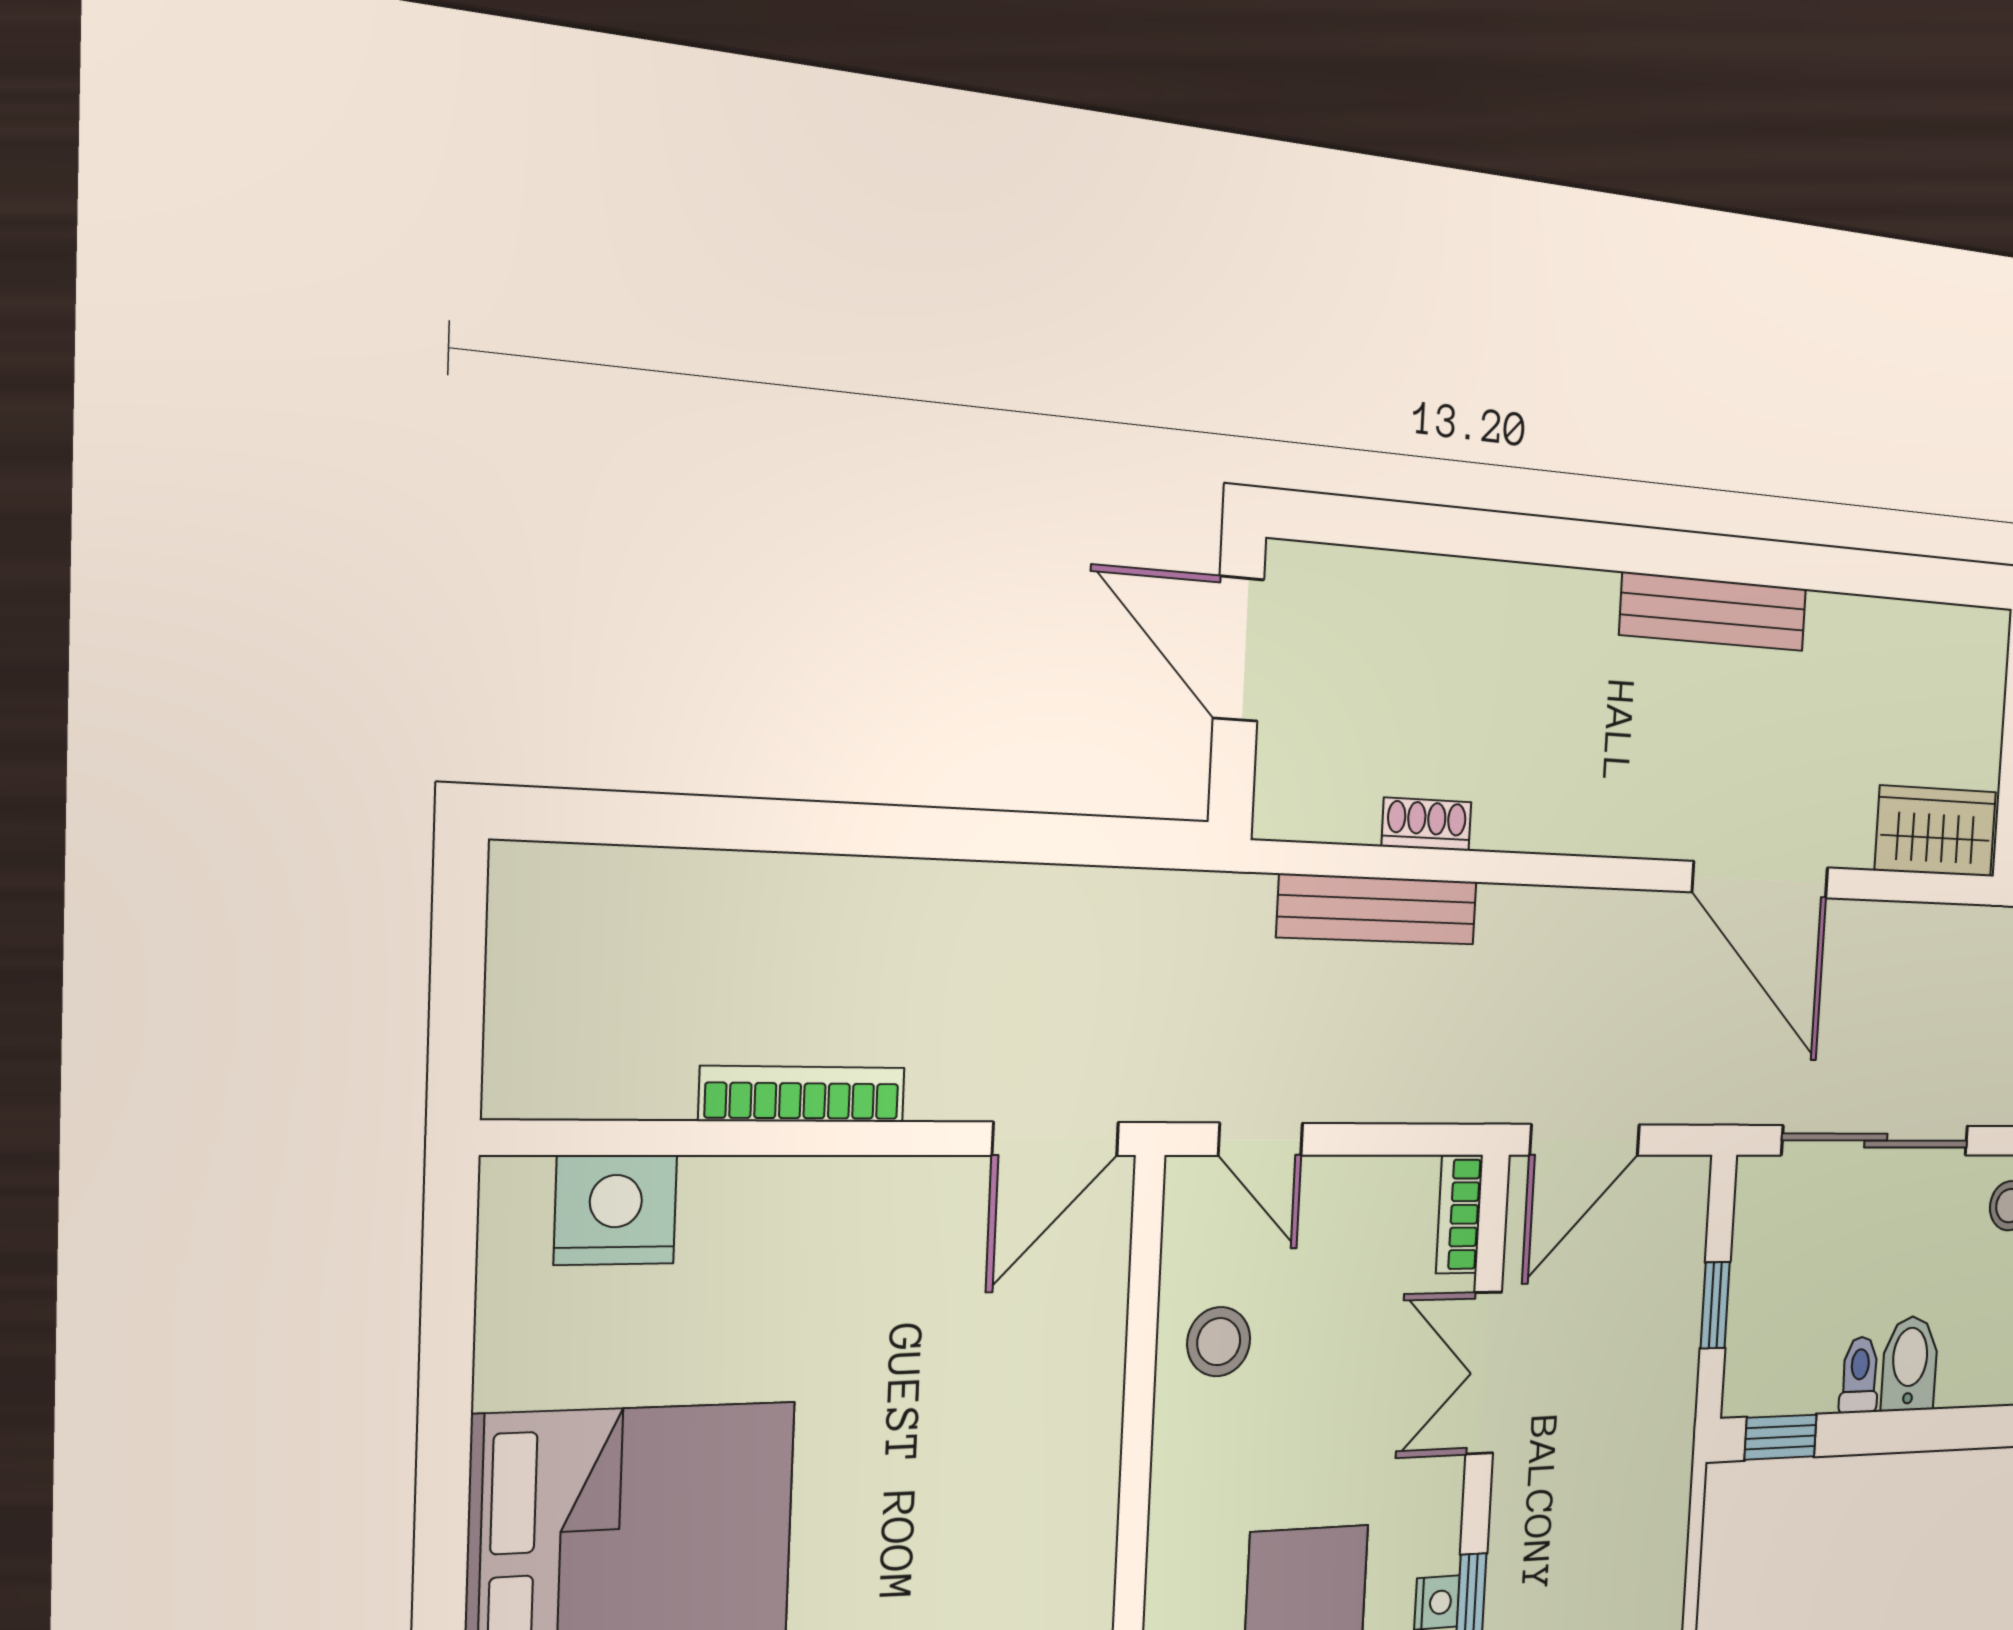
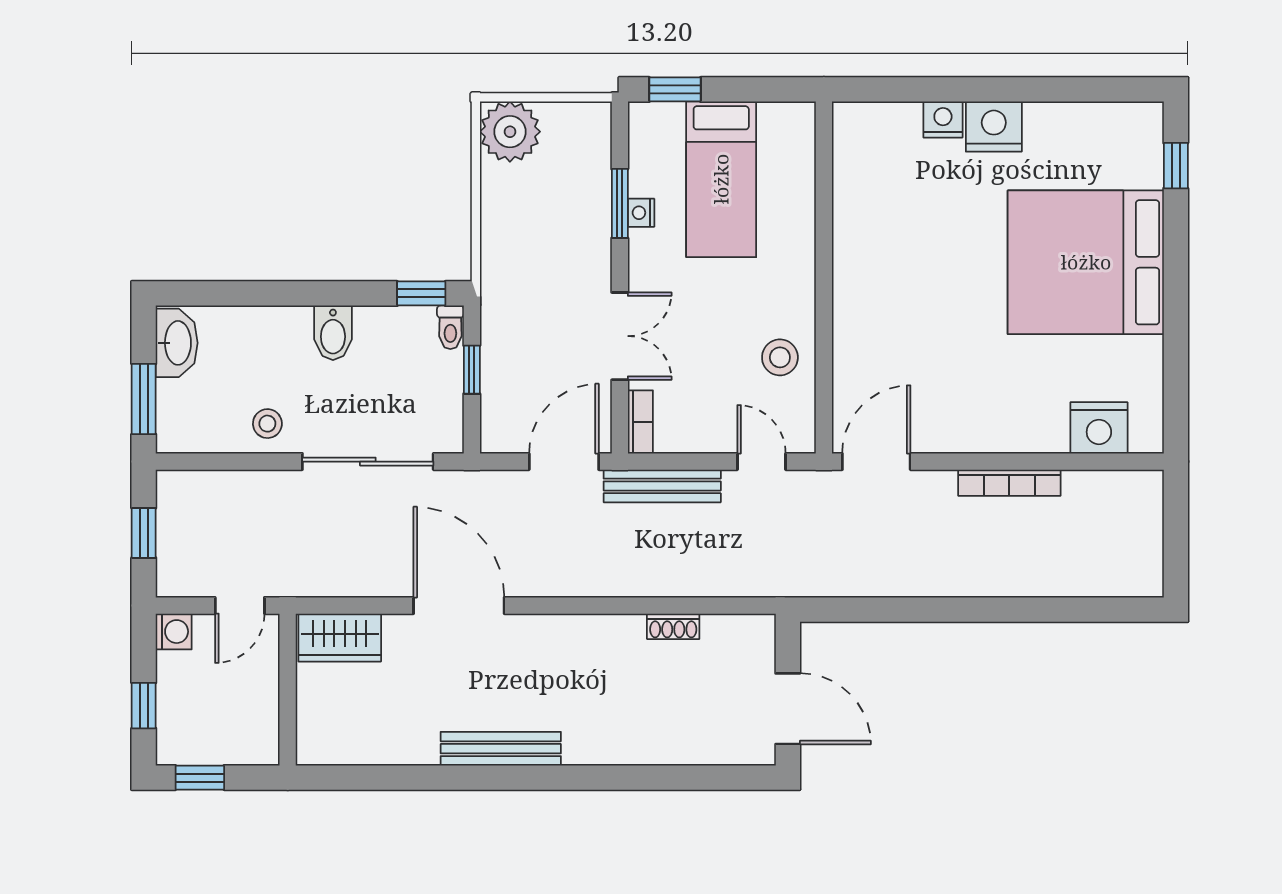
bench: (1377, 909) -> (662, 486), moved
toilet: (1860, 1375) -> (450, 327), moved

